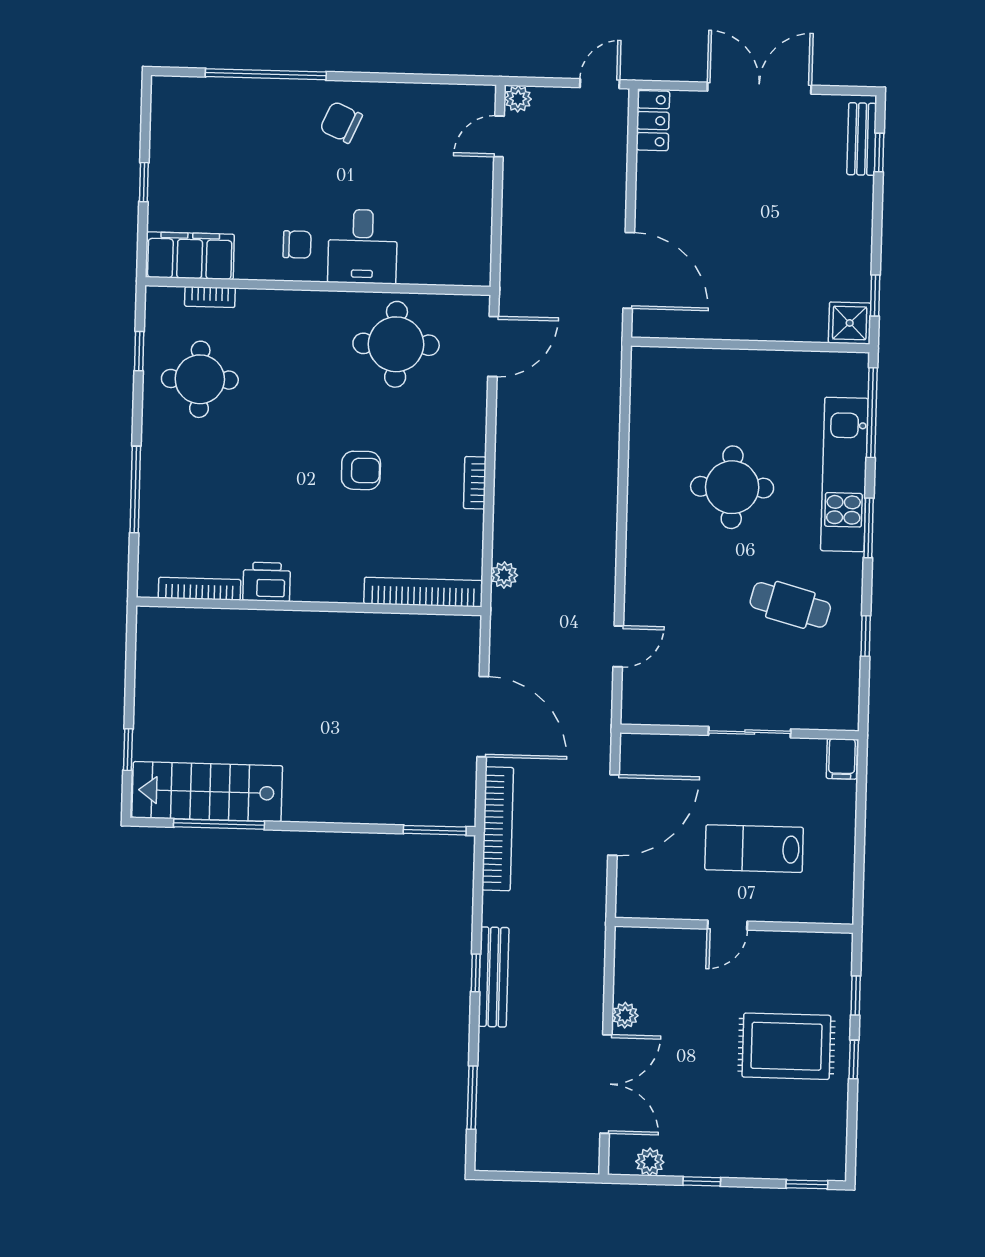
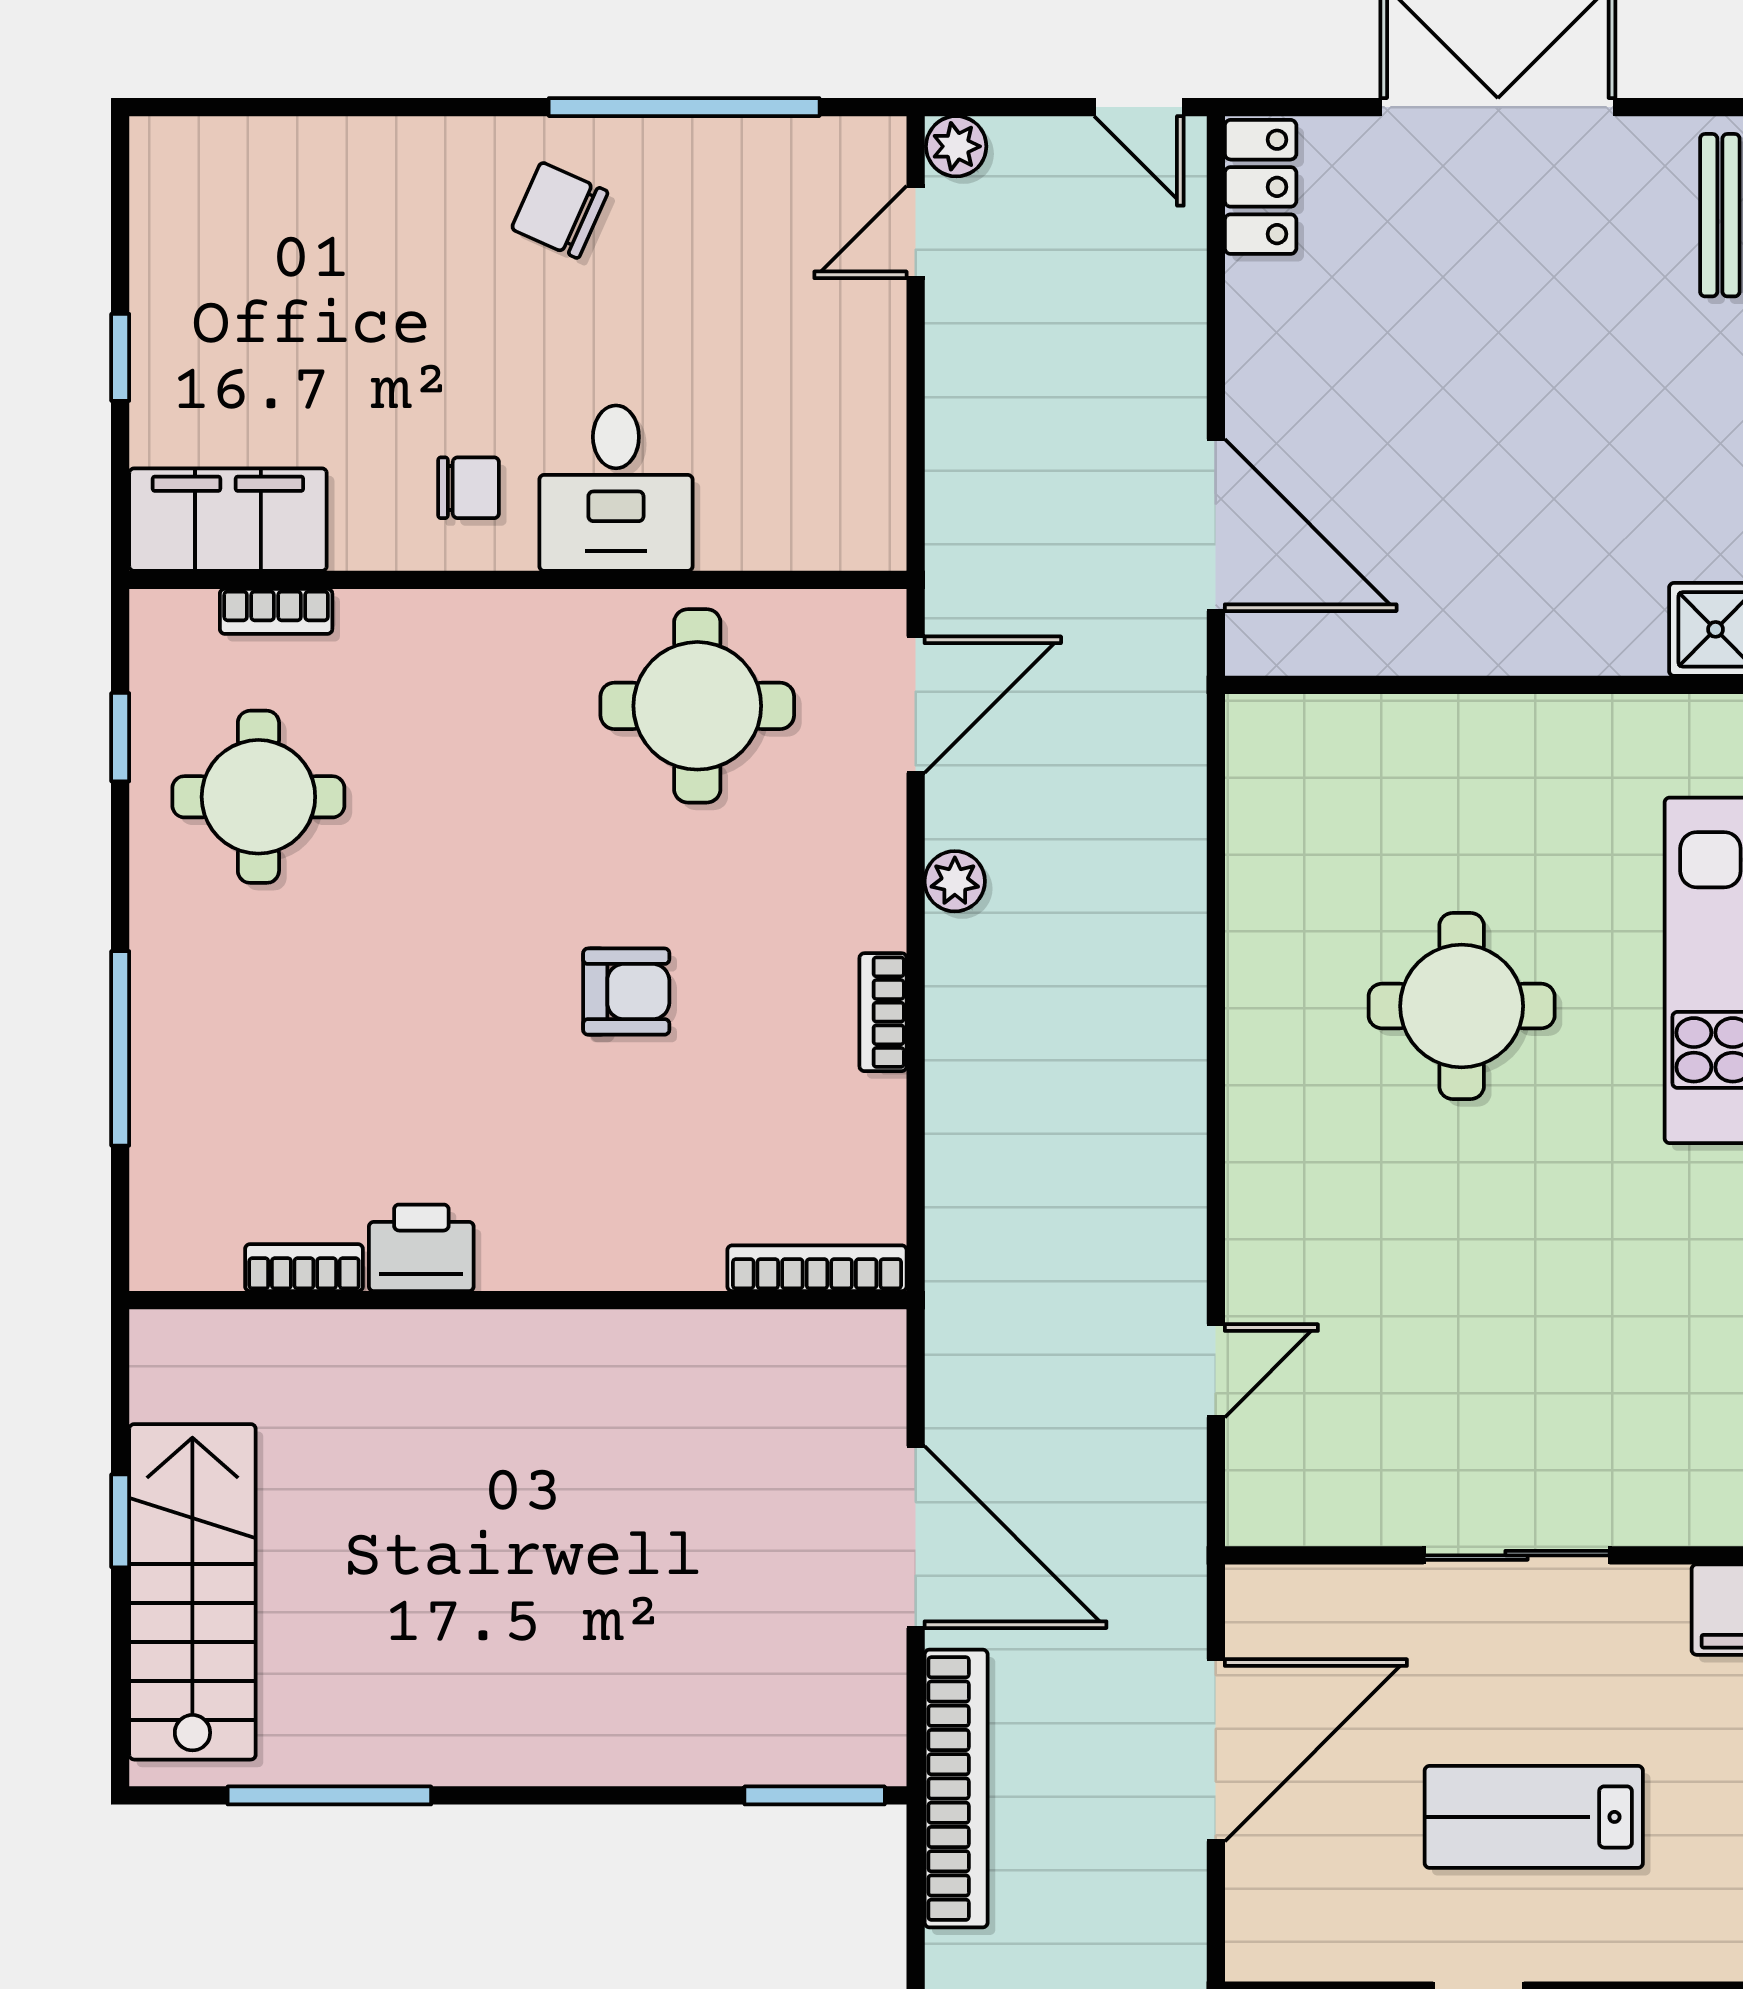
window: (266, 74) -> (684, 107), moved
door: (600, 84) -> (1139, 107), swing flipped
plant: (504, 575) -> (955, 881), moved
bookcase: (199, 589) -> (304, 1268), width x0.64
bookcase: (423, 592) -> (817, 1268), width x0.68, depth x0.76
cafe table: (790, 605) -> (1600, 1267), removed
window: (128, 750) -> (120, 1521), moved
stairs: (207, 792) -> (192, 1592), moved, turned 90

